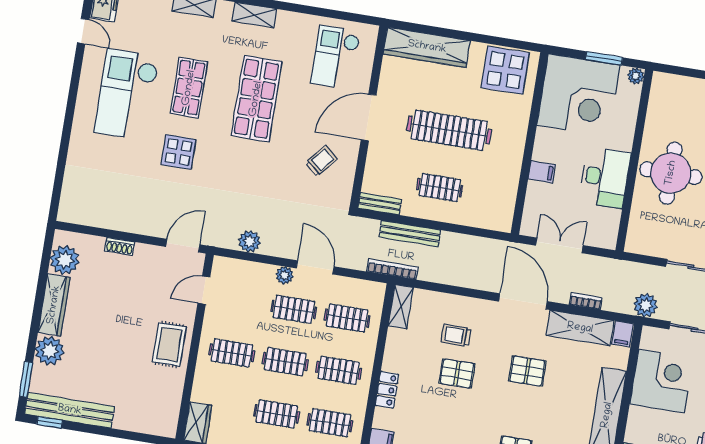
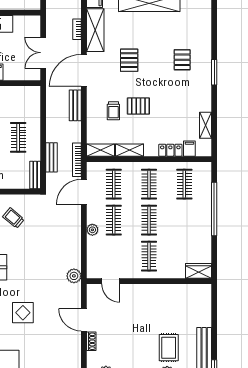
bench: (410, 234) -> (52, 157), width x0.73
plant: (249, 241) -> (74, 276), moved
door: (183, 246) -> (84, 320), moved
door: (315, 267) -> (84, 192), moved
bench: (473, 280) -> (75, 105), added
rug: (169, 344) -> (169, 348), moved, turned 90
shelving: (394, 350) -> (129, 150), added
pallet: (457, 374) -> (138, 106), turned 90
locker: (387, 390) -> (170, 150), moved
clothes rail: (277, 414) -> (184, 220), removed

